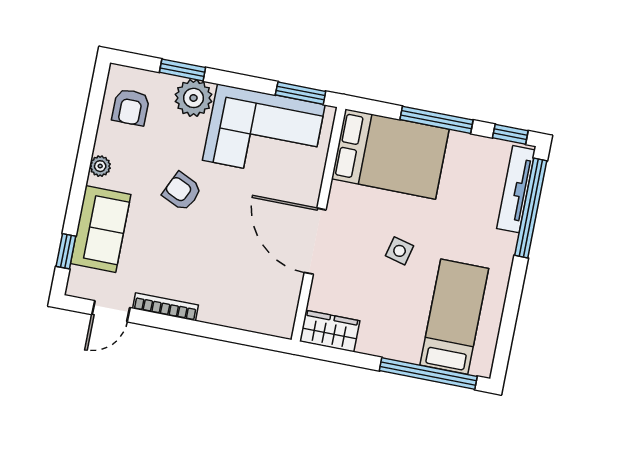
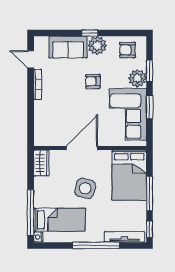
window: (301, 93) -> (149, 107), moved
plant: (100, 166) -> (97, 45), width x1.88, depth x1.88
armchair: (182, 192) -> (93, 81), turned -115
window: (531, 208) -> (96, 245), moved
window: (66, 251) -> (90, 33), moved
side table: (400, 251) -> (85, 188), width x1.87, depth x1.87
nightstand: (482, 367) -> (38, 237), added

